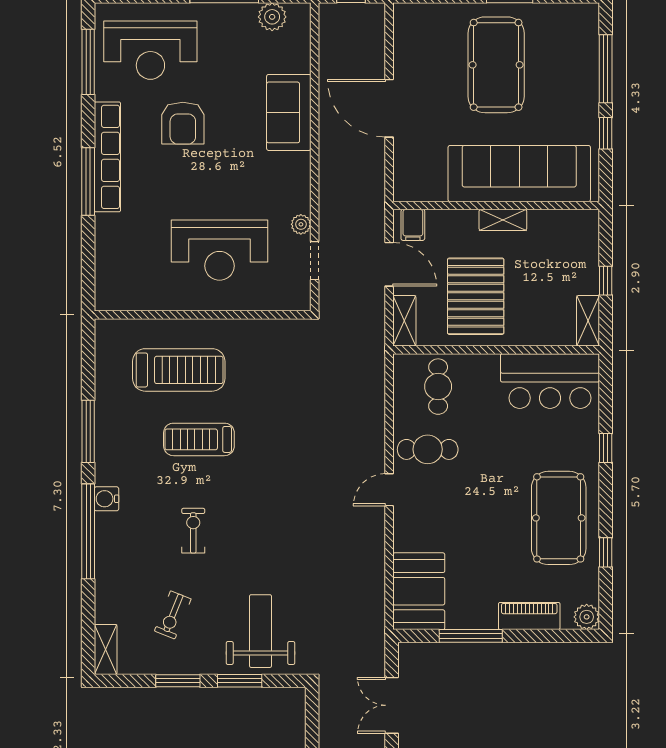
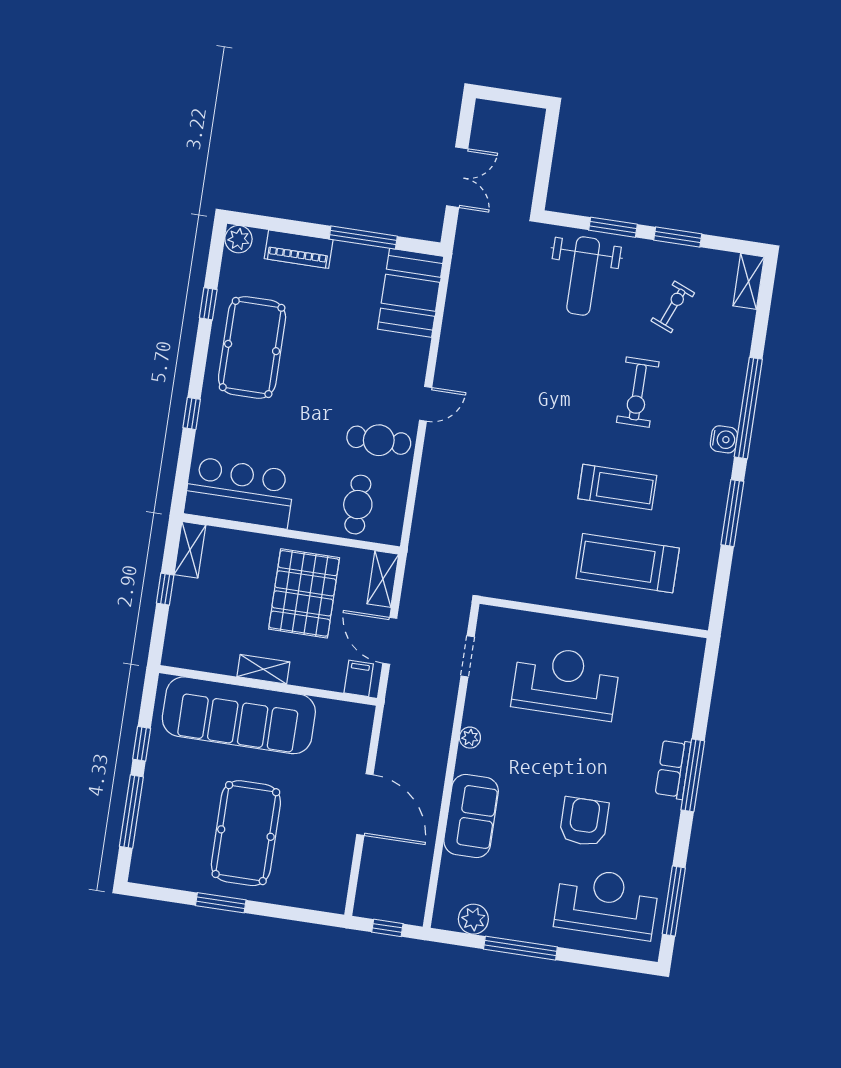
row of seats: (107, 157) -> (673, 769), width x0.50
plant: (301, 224) -> (470, 738), moved
exercise bike: (193, 531) -> (638, 392), width x1.38, depth x1.39

